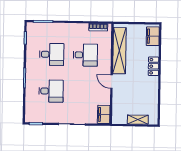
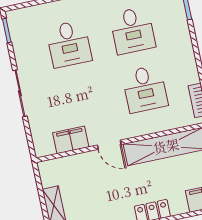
door: (112, 82) -> (109, 145), swing flipped
filing cabinet: (104, 114) -> (71, 140), moved

